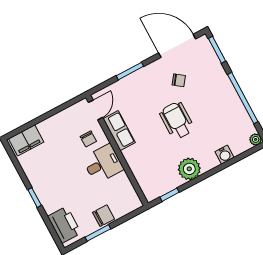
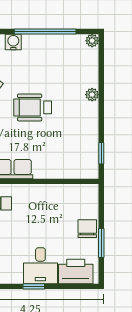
water cooler: (224, 155) -> (13, 42), moved, turned -90
desk: (103, 164) -> (40, 266), moved, turned 180
plant: (189, 169) -> (92, 95), moved, width x0.53, depth x0.53

